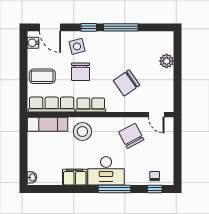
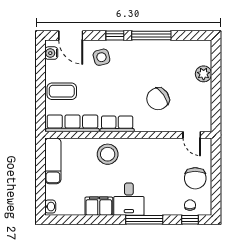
chair: (81, 72) -> (105, 86), removed
exam couch: (48, 124) -> (53, 161), moved, turned -90
chair: (131, 136) -> (195, 178), moved, turned -152
desk: (106, 171) -> (129, 199), width x0.73

